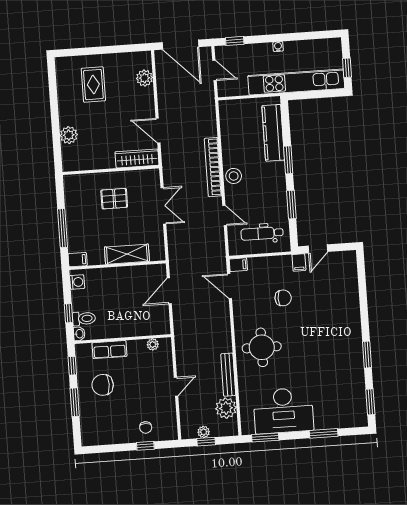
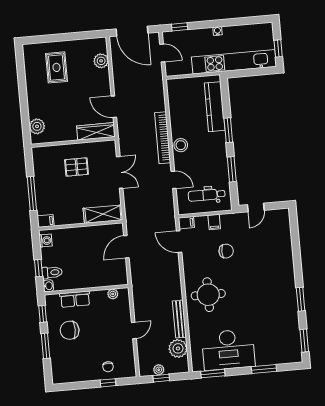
plant: (69, 135) -> (37, 126), moved
shelving: (127, 254) -> (103, 214), moved
filing cabinet: (299, 262) -> (214, 222), moved

